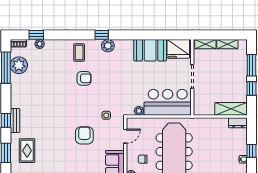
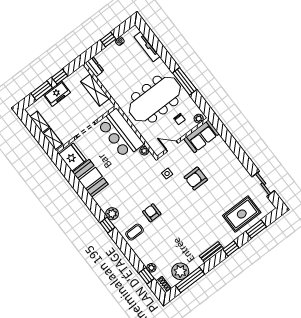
freezer: (239, 76) -> (57, 94), added
shelving: (231, 109) -> (95, 90), moved
bench: (15, 120) -> (211, 252), moved
rug: (27, 151) -> (242, 214), width x1.36, depth x1.43

